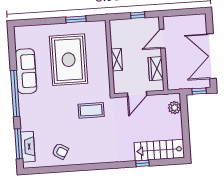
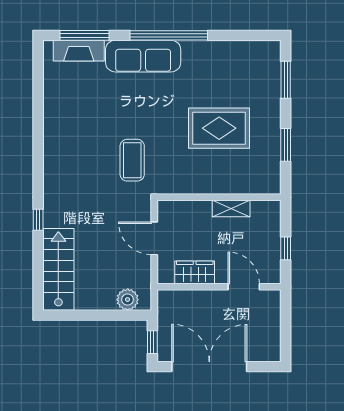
window: (37, 22) -> (286, 80), added
rug: (69, 60) -> (219, 128), width x0.73, depth x0.69
shelving: (117, 60) -> (231, 208), moved
sofa: (26, 71) -> (143, 56), moved
armchair: (60, 151) -> (67, 104), removed
window: (143, 163) -> (38, 220), moved

